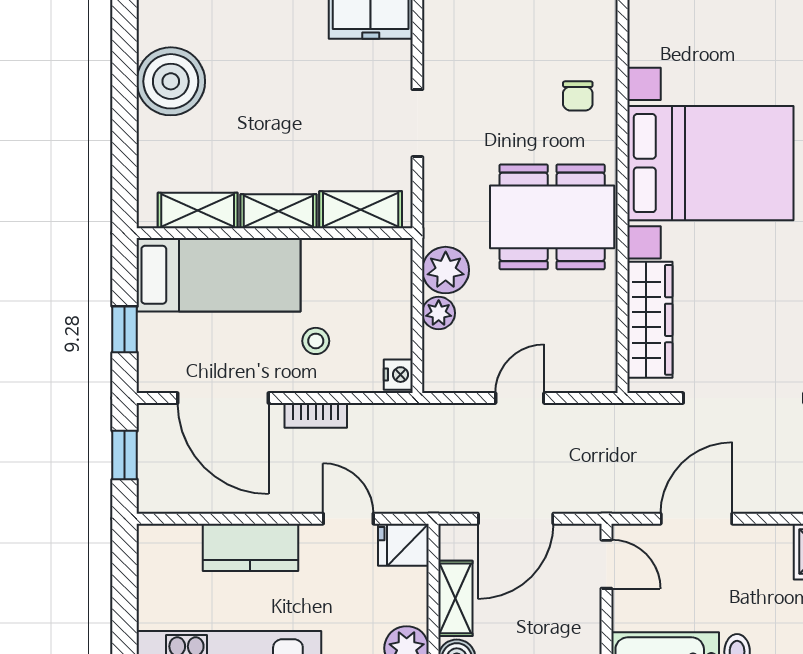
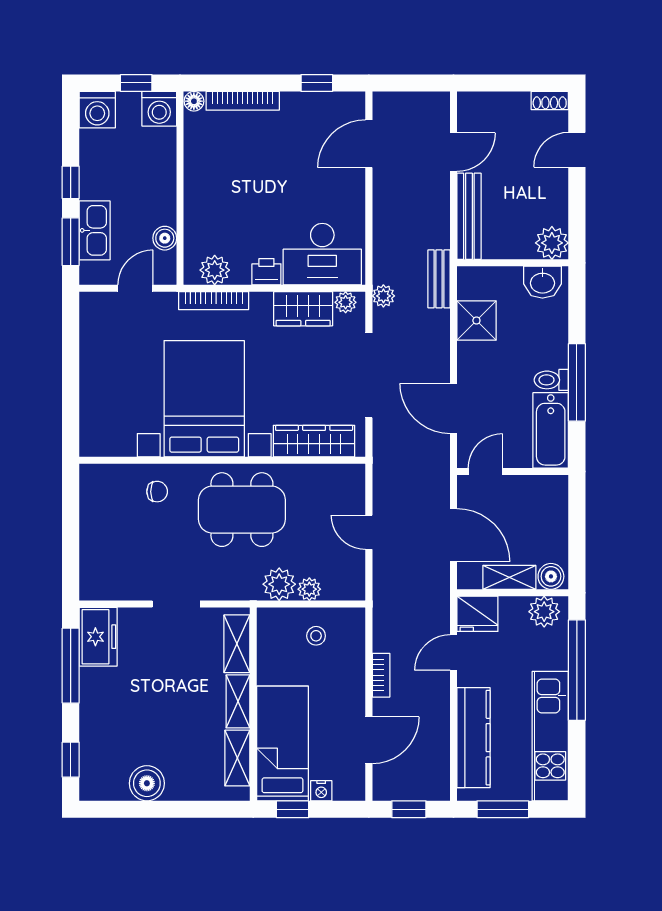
boiler: (171, 81) -> (147, 783), width x0.73, depth x0.73
dining table: (552, 217) -> (242, 510), turned 90
window: (125, 329) -> (293, 809), moved
stool: (316, 341) -> (316, 636), moved
nightstand: (398, 375) -> (321, 791), moved, turned 180
door: (223, 398) -> (369, 740), width x0.73
fridge: (403, 545) -> (477, 614), width x1.38
kitchen counter: (250, 547) -> (473, 738), width x1.50
window: (125, 589) -> (503, 809), added

